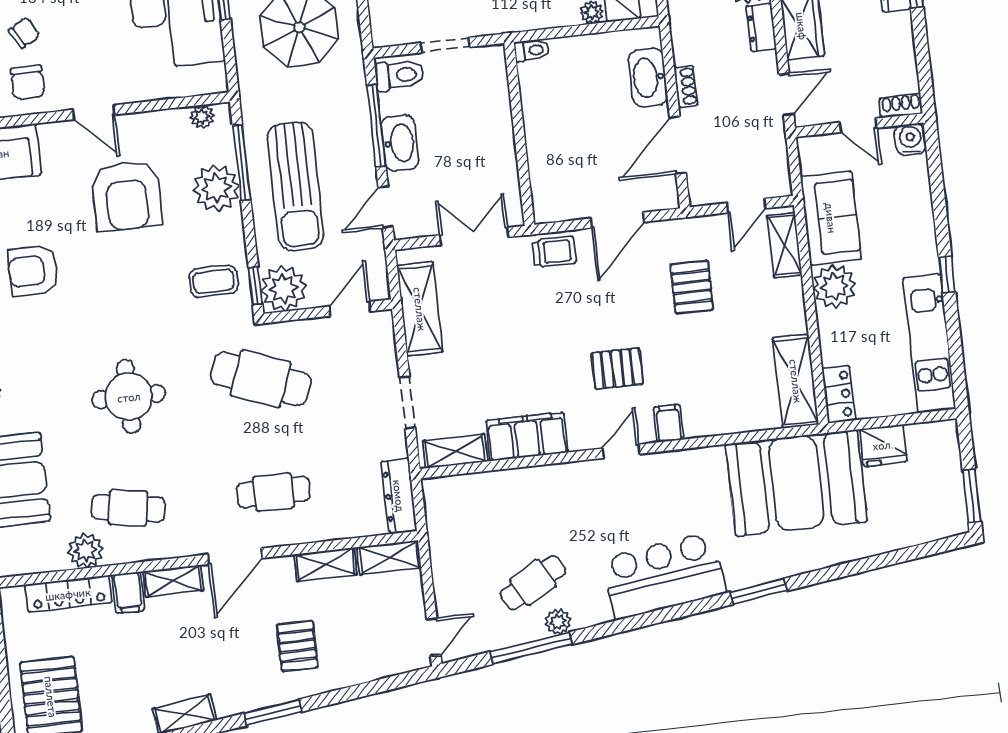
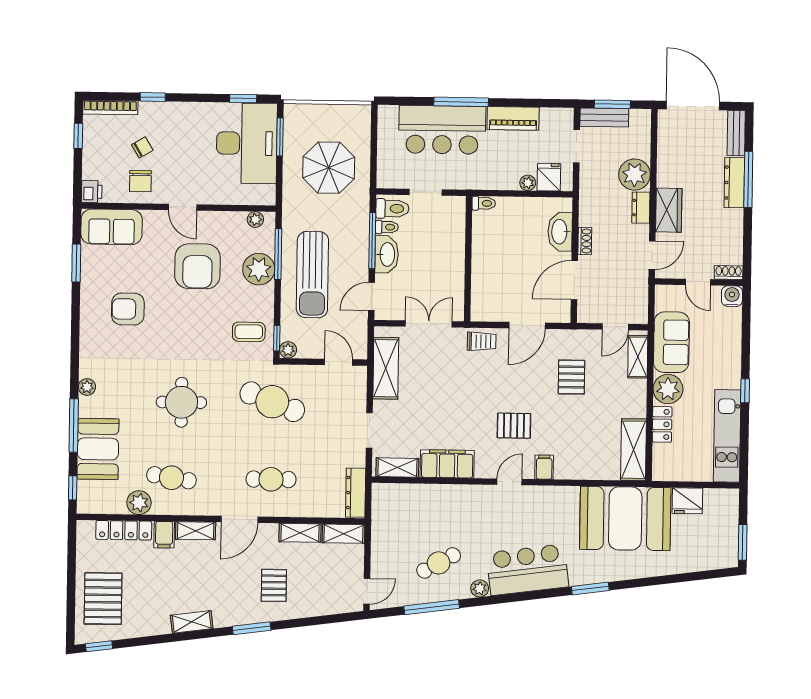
toilet: (395, 103) -> (387, 227), added
plant: (283, 288) -> (288, 350), width x0.53, depth x0.53
door: (350, 309) -> (339, 362), hinge flipped
locker: (839, 394) -> (662, 424), moved
plant: (558, 622) -> (480, 588), moved

